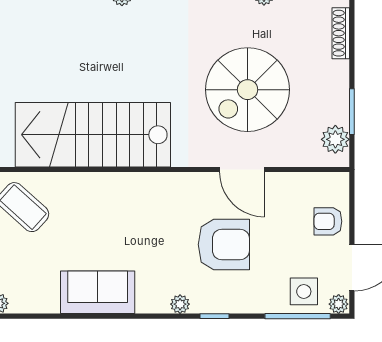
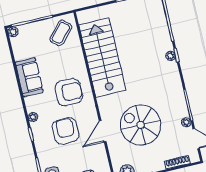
armchair: (147, 219) -> (69, 92), added
armchair: (224, 245) -> (66, 131), turned 180

